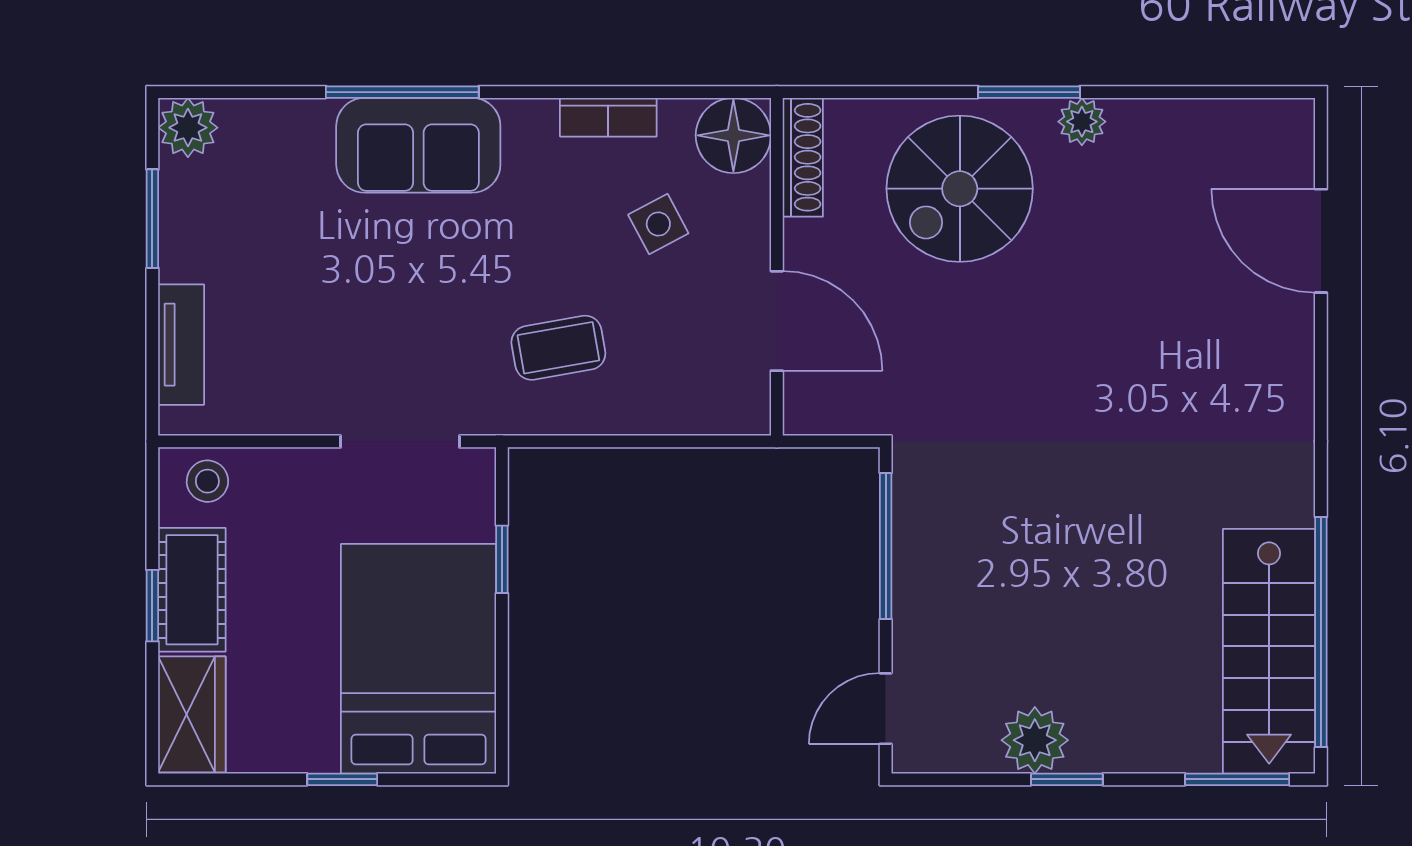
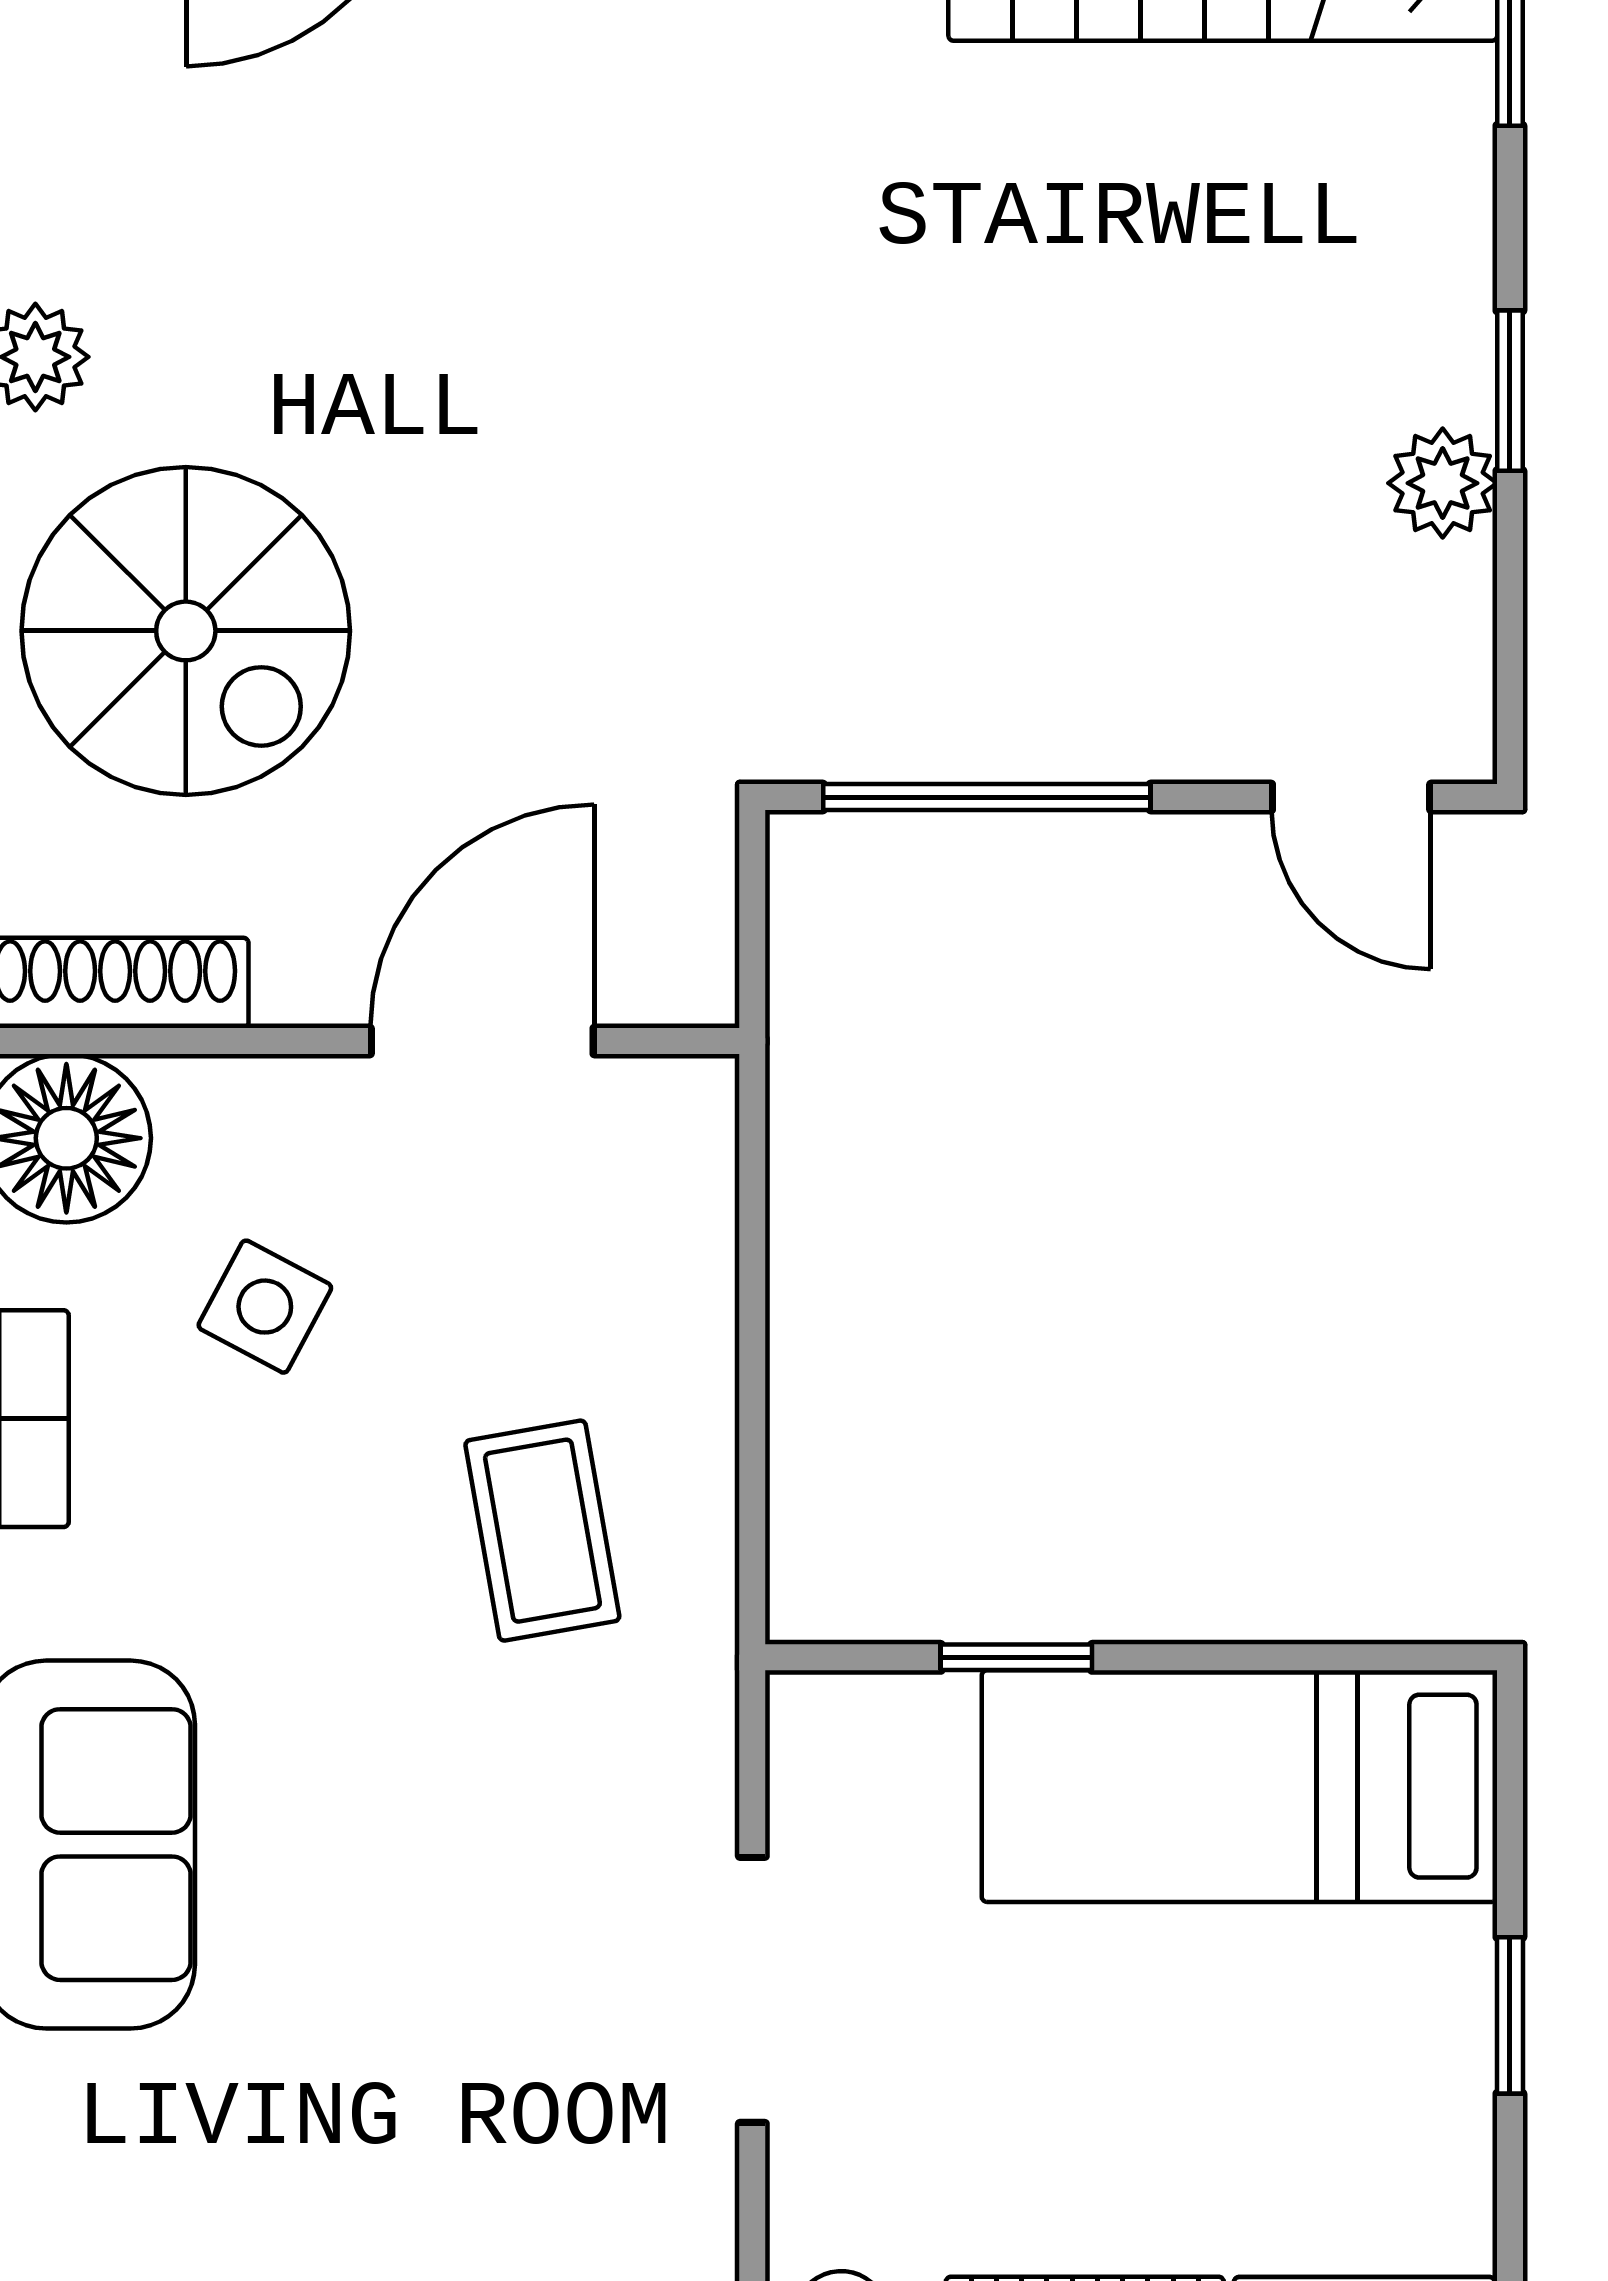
side table: (658, 224) -> (265, 1307), turned -34
doorway: (400, 441) -> (752, 1990), moved
bed: (419, 659) -> (1239, 1786), width x0.67
plant: (1035, 740) -> (1443, 483), width x0.73, depth x0.73

